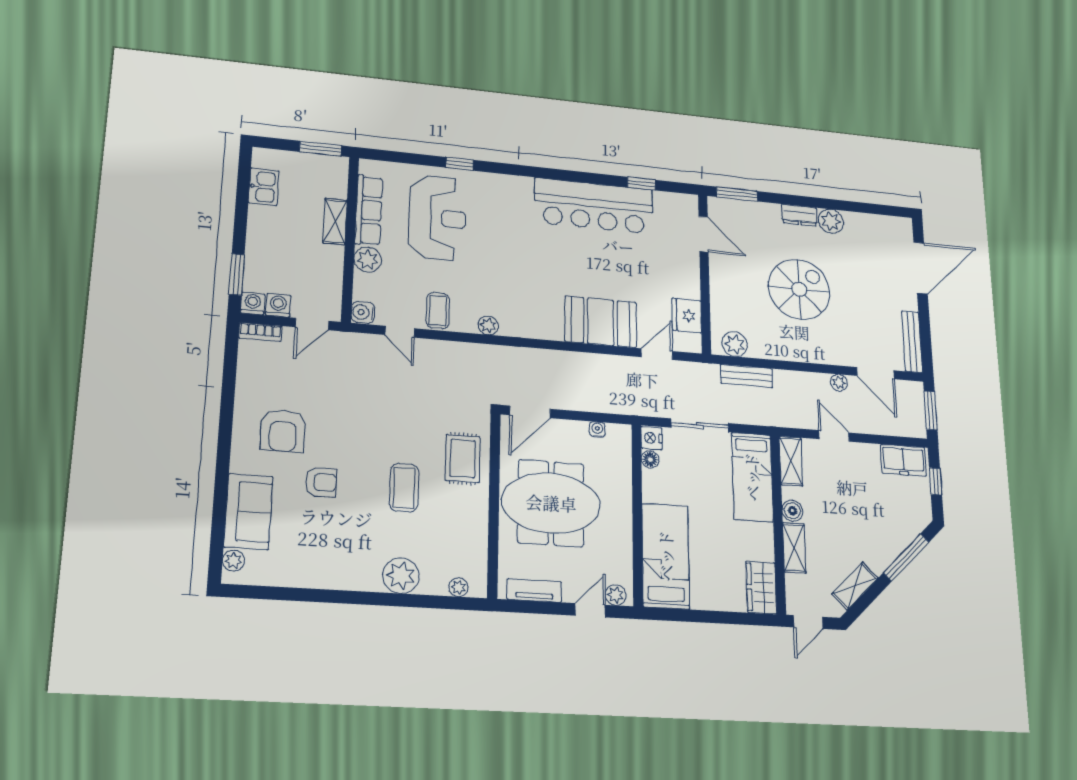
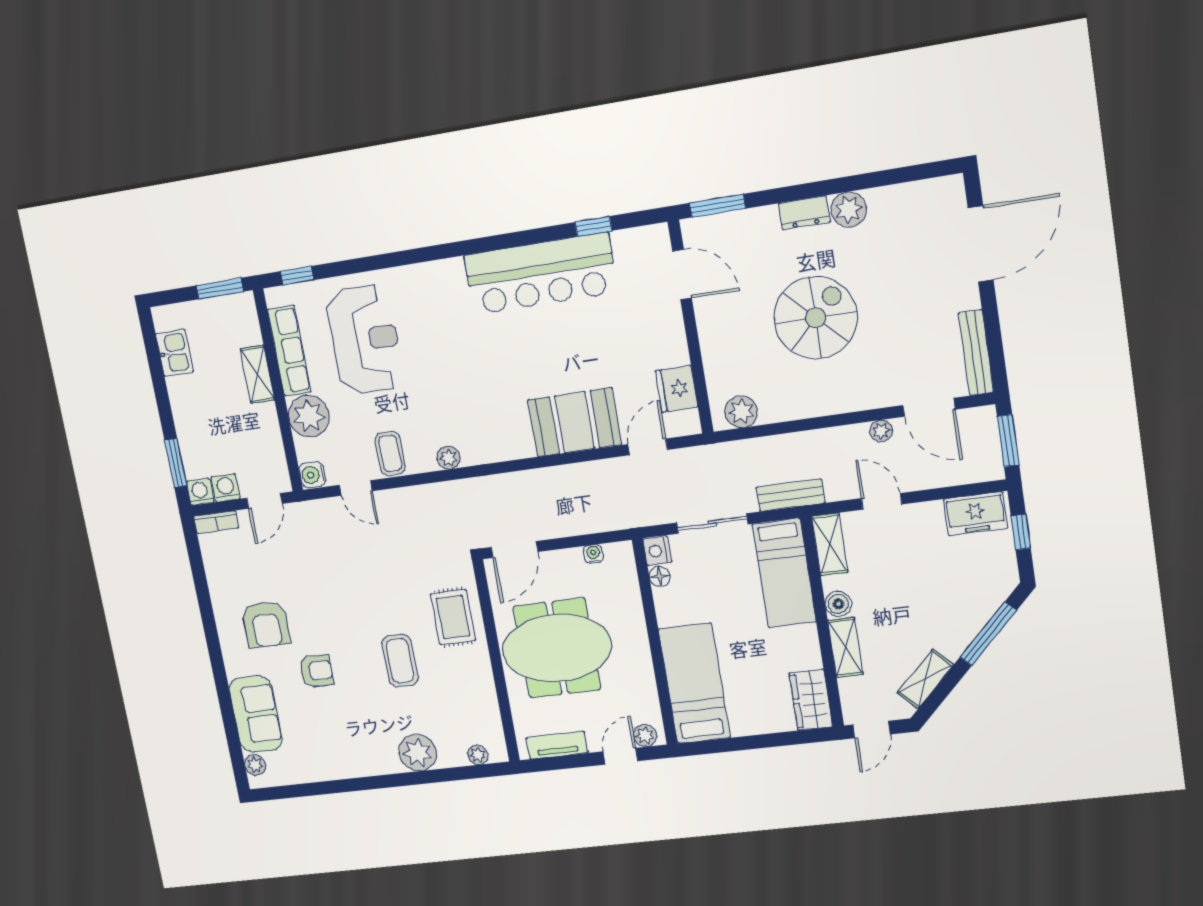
window: (460, 164) -> (297, 276), moved
plant: (368, 260) -> (309, 416), width x1.36, depth x1.36
bench: (746, 376) -> (791, 495), moved

